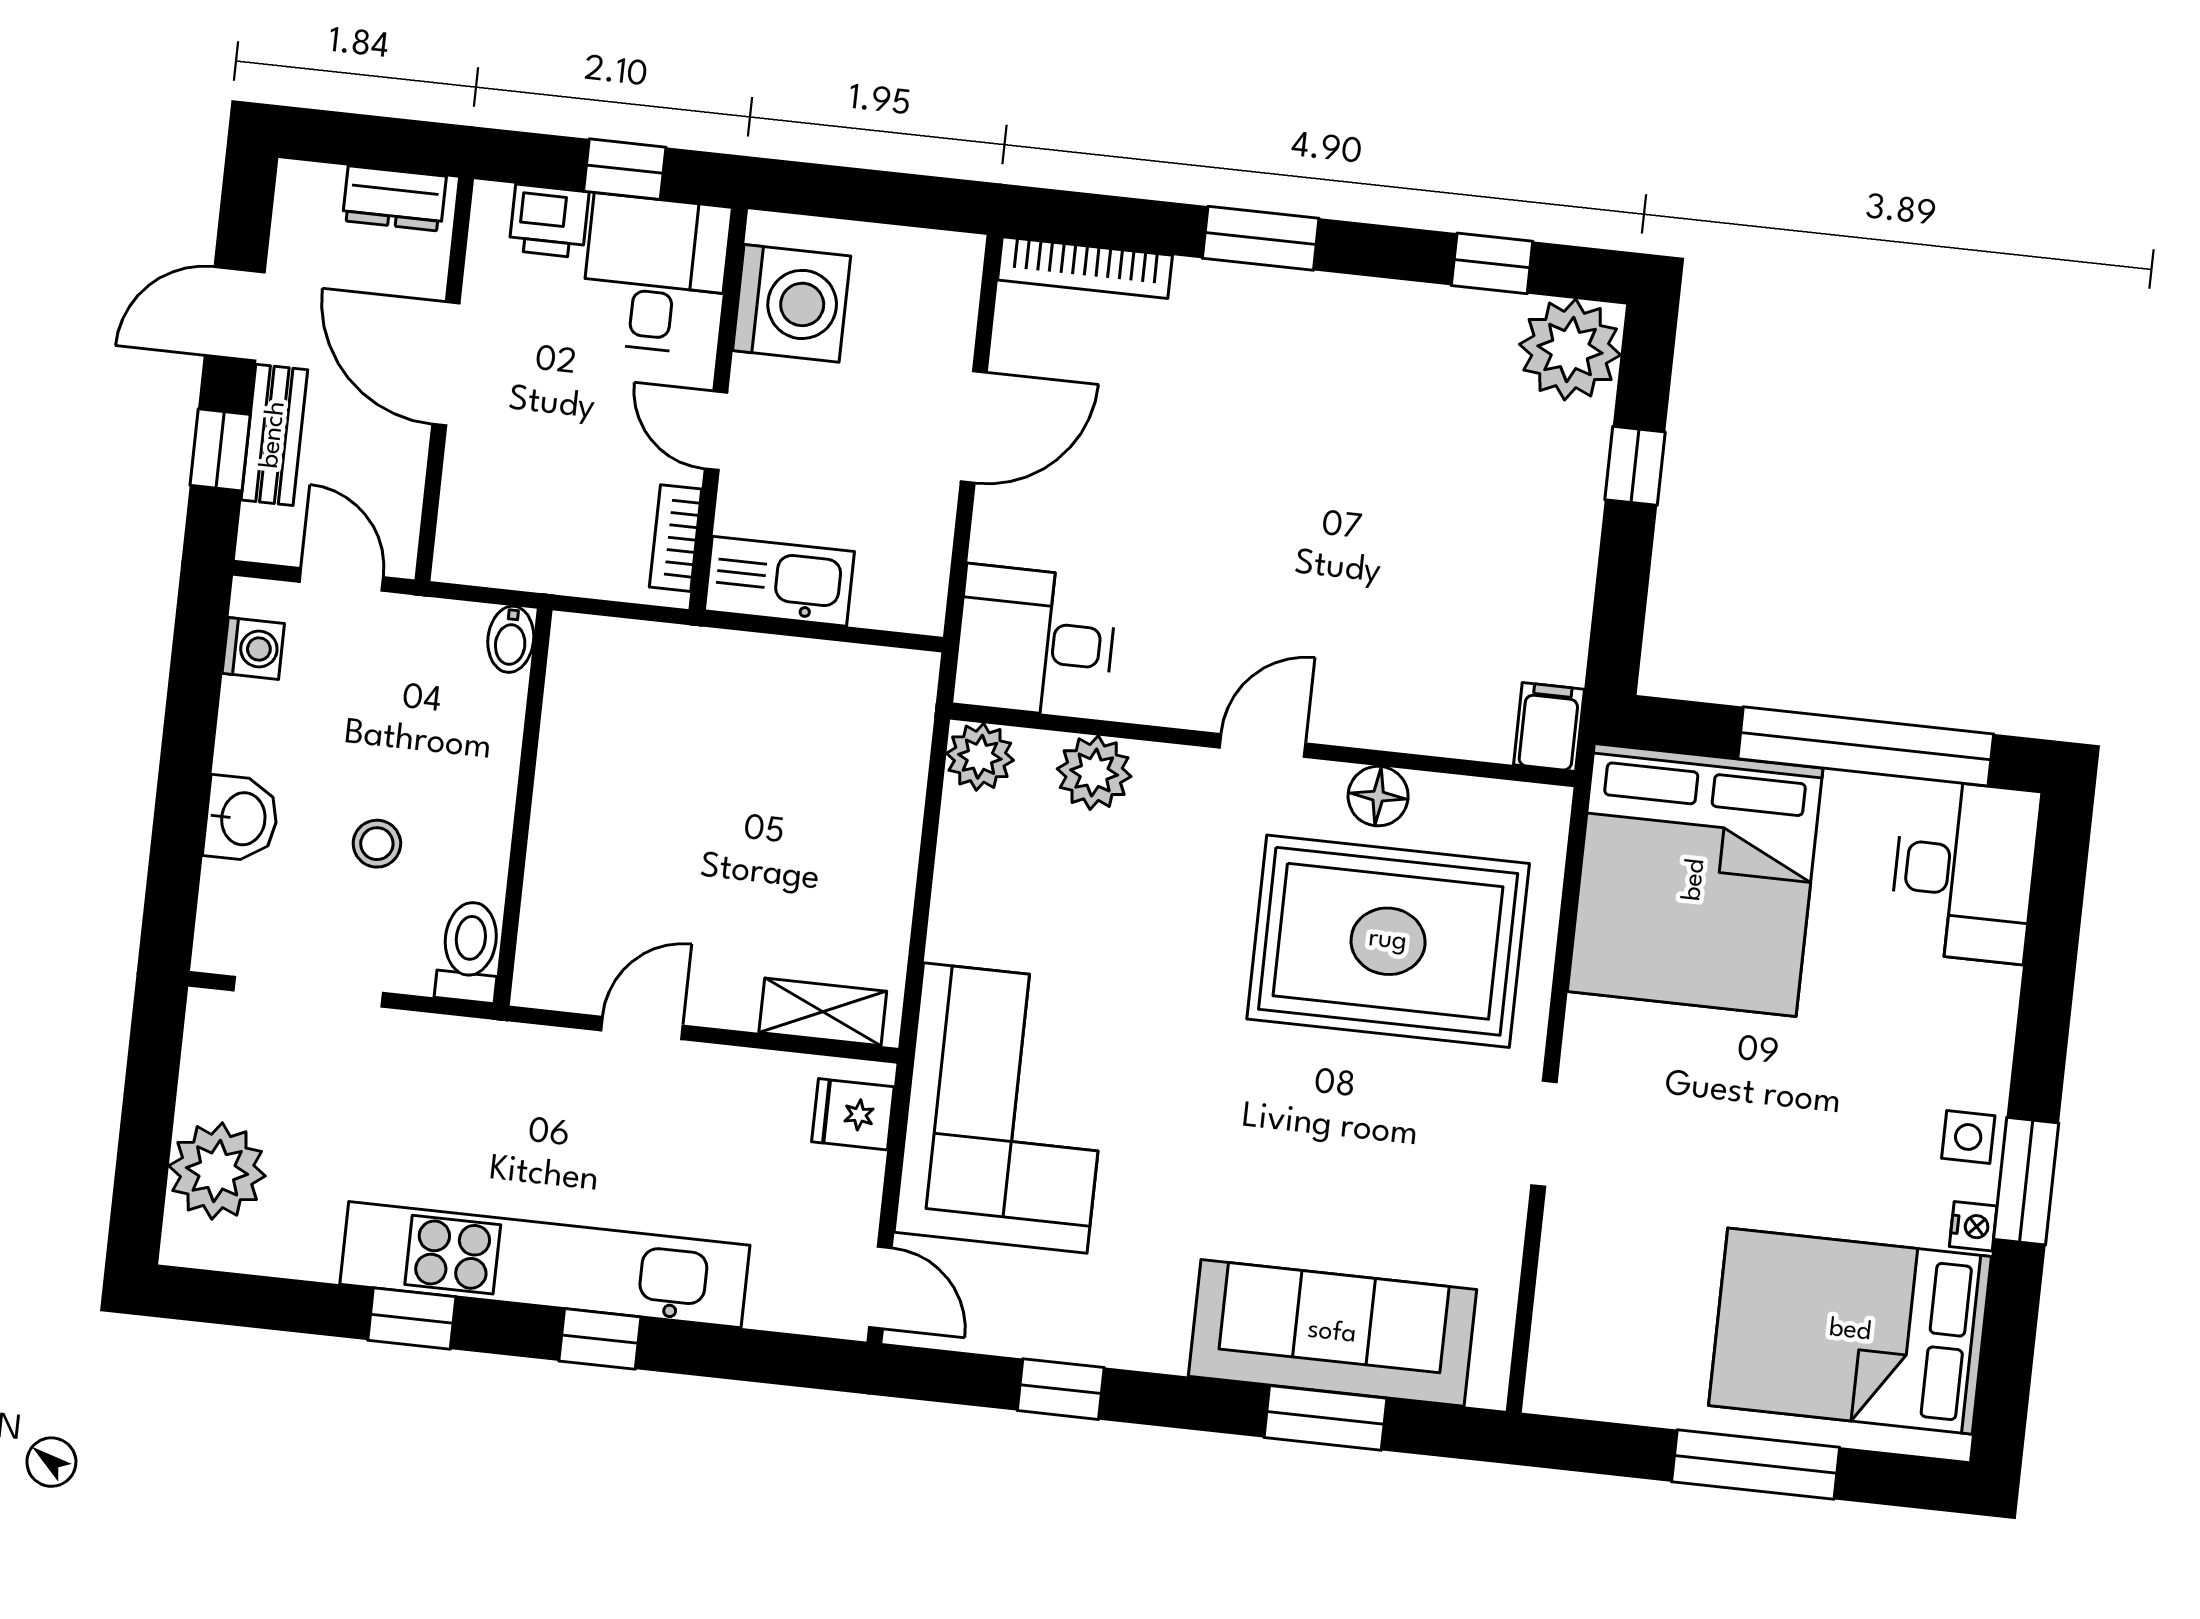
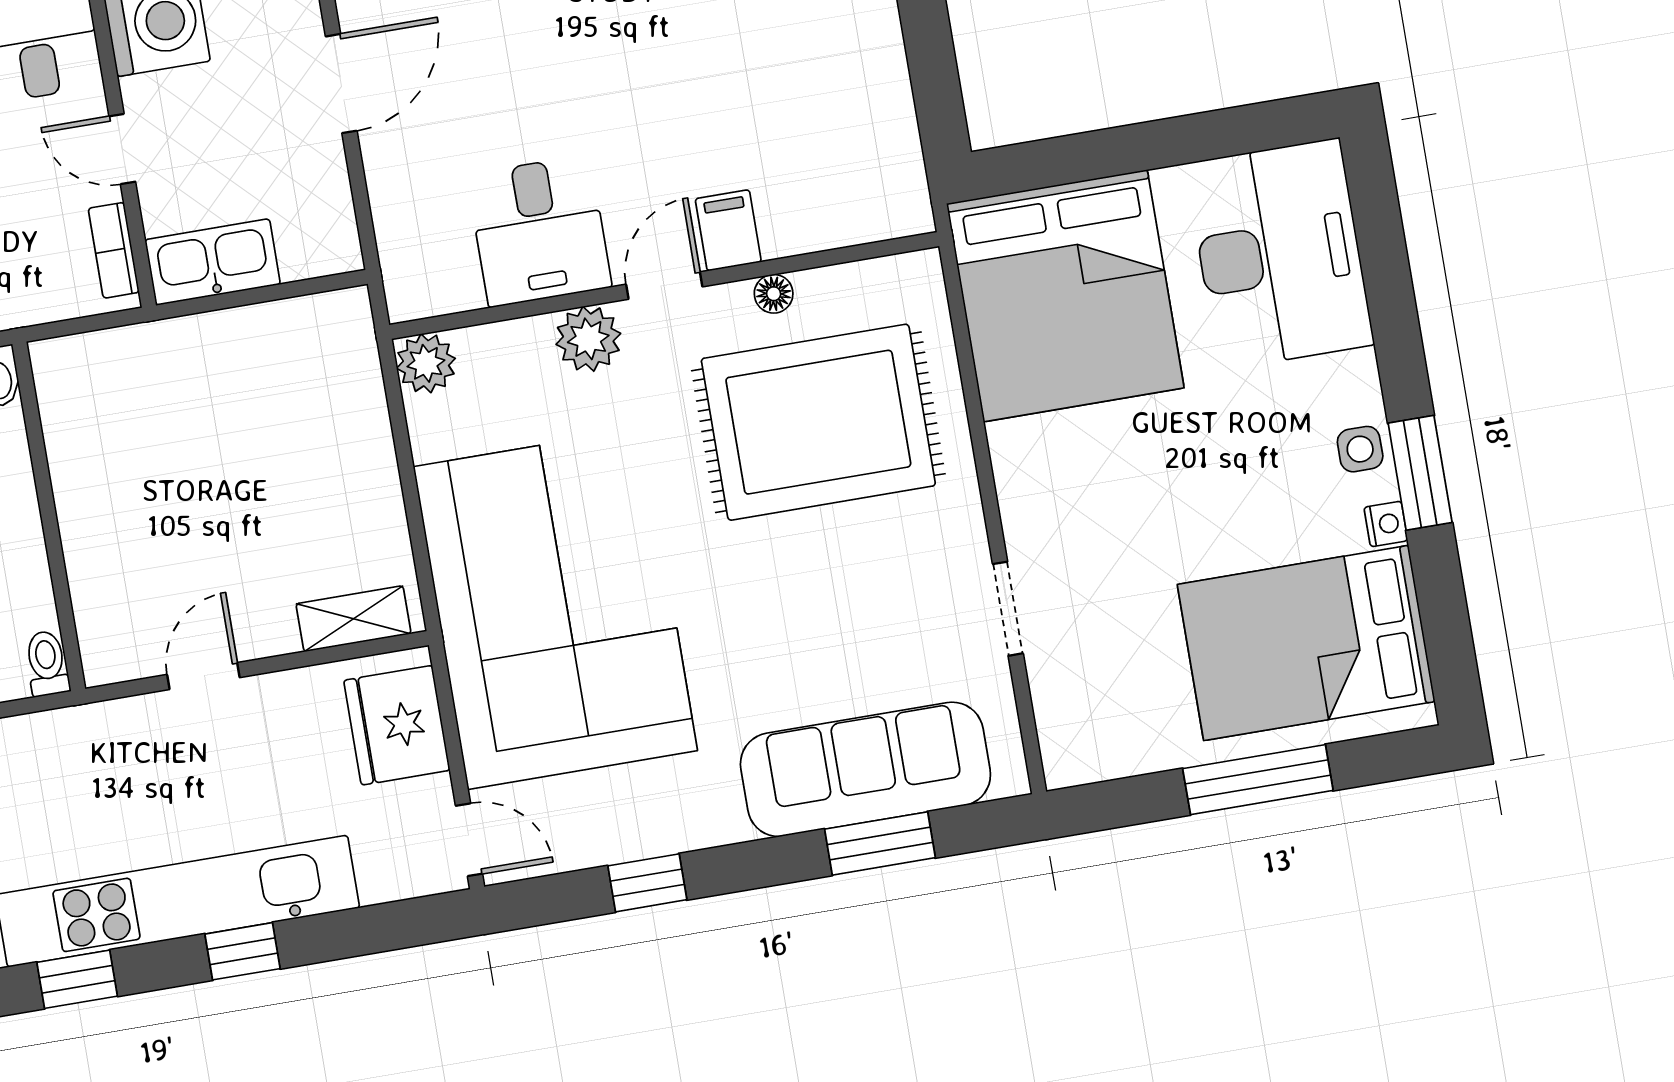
desk: (1035, 642) -> (539, 231), moved, turned -90
filing cabinet: (1549, 727) -> (728, 230), moved
window: (1866, 746) -> (1178, 141), removed
plant: (1094, 773) -> (588, 339), moved
floor lamp: (1378, 796) -> (774, 294), width x0.73, depth x0.73
desk: (1964, 871) -> (1280, 254), width x1.36, depth x1.30
toilet: (469, 952) -> (47, 663), width x0.73, depth x0.72
corner sofa: (1005, 1108) -> (555, 609), width x1.36, depth x1.36
fridge: (853, 1114) -> (397, 725), width x1.88, depth x1.34
doorway: (1544, 1134) -> (1008, 609), moved

